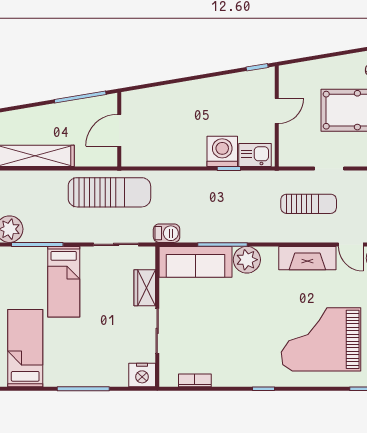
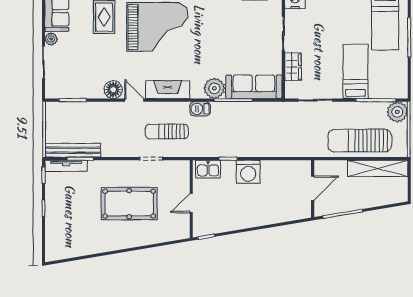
washing machine: (222, 151) -> (248, 172), moved
sun lounger: (109, 192) -> (360, 141), moved
barbecue: (167, 233) -> (200, 109), moved

